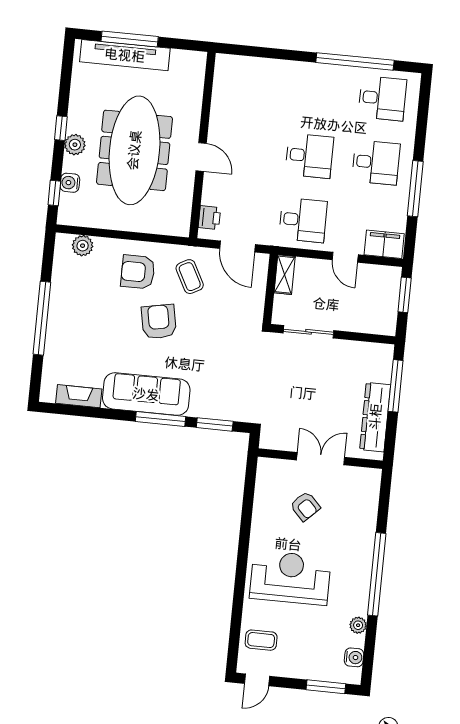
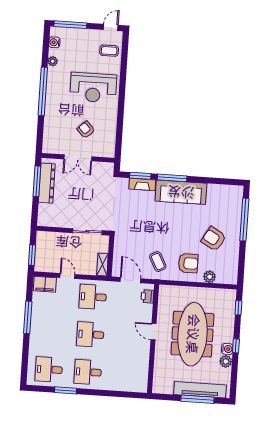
window: (355, 61) -> (65, 390), width x0.47
plant: (75, 145) -> (226, 361), moved
desk: (376, 162) -> (88, 372), moved
water cooler: (70, 183) -> (227, 349), moved
plant: (83, 246) -> (210, 277), moved
window: (42, 318) -> (244, 220), moved
armchair: (159, 322) -> (214, 239), moved, turned 131
window: (396, 386) -> (37, 181), moved
fireplace: (79, 396) -> (142, 184), moved
window: (326, 687) -> (70, 25), width x1.44

